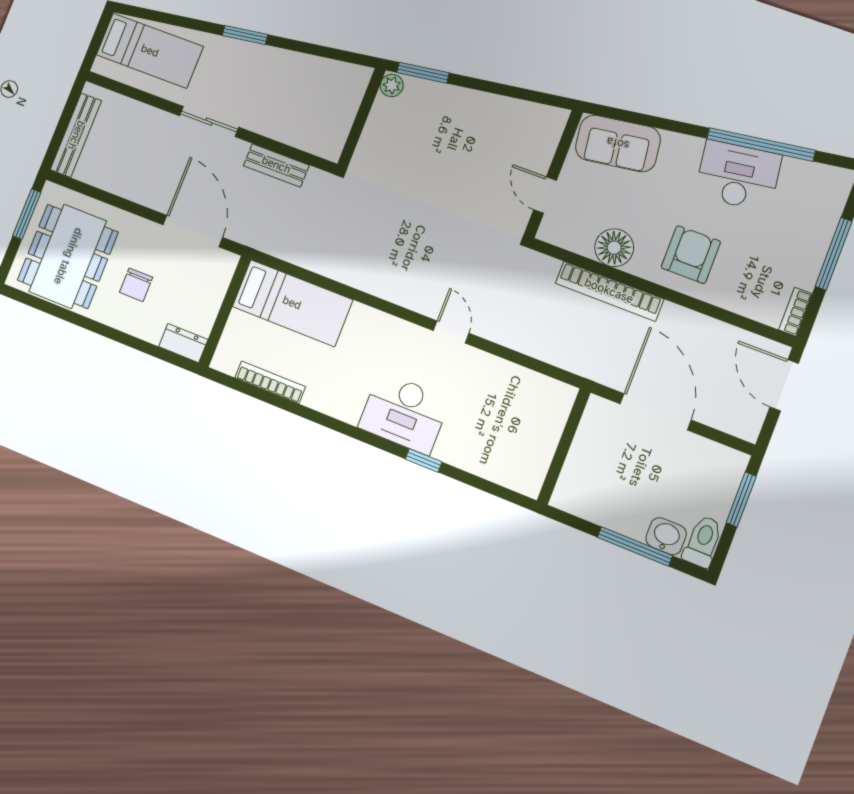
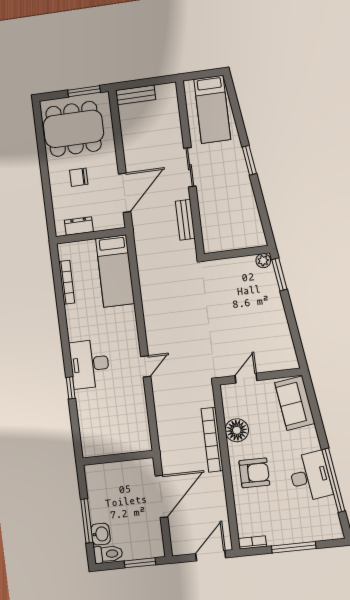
bench: (76, 135) -> (136, 95), width x0.73
dresser: (183, 343) -> (79, 226), moved, turned -90

